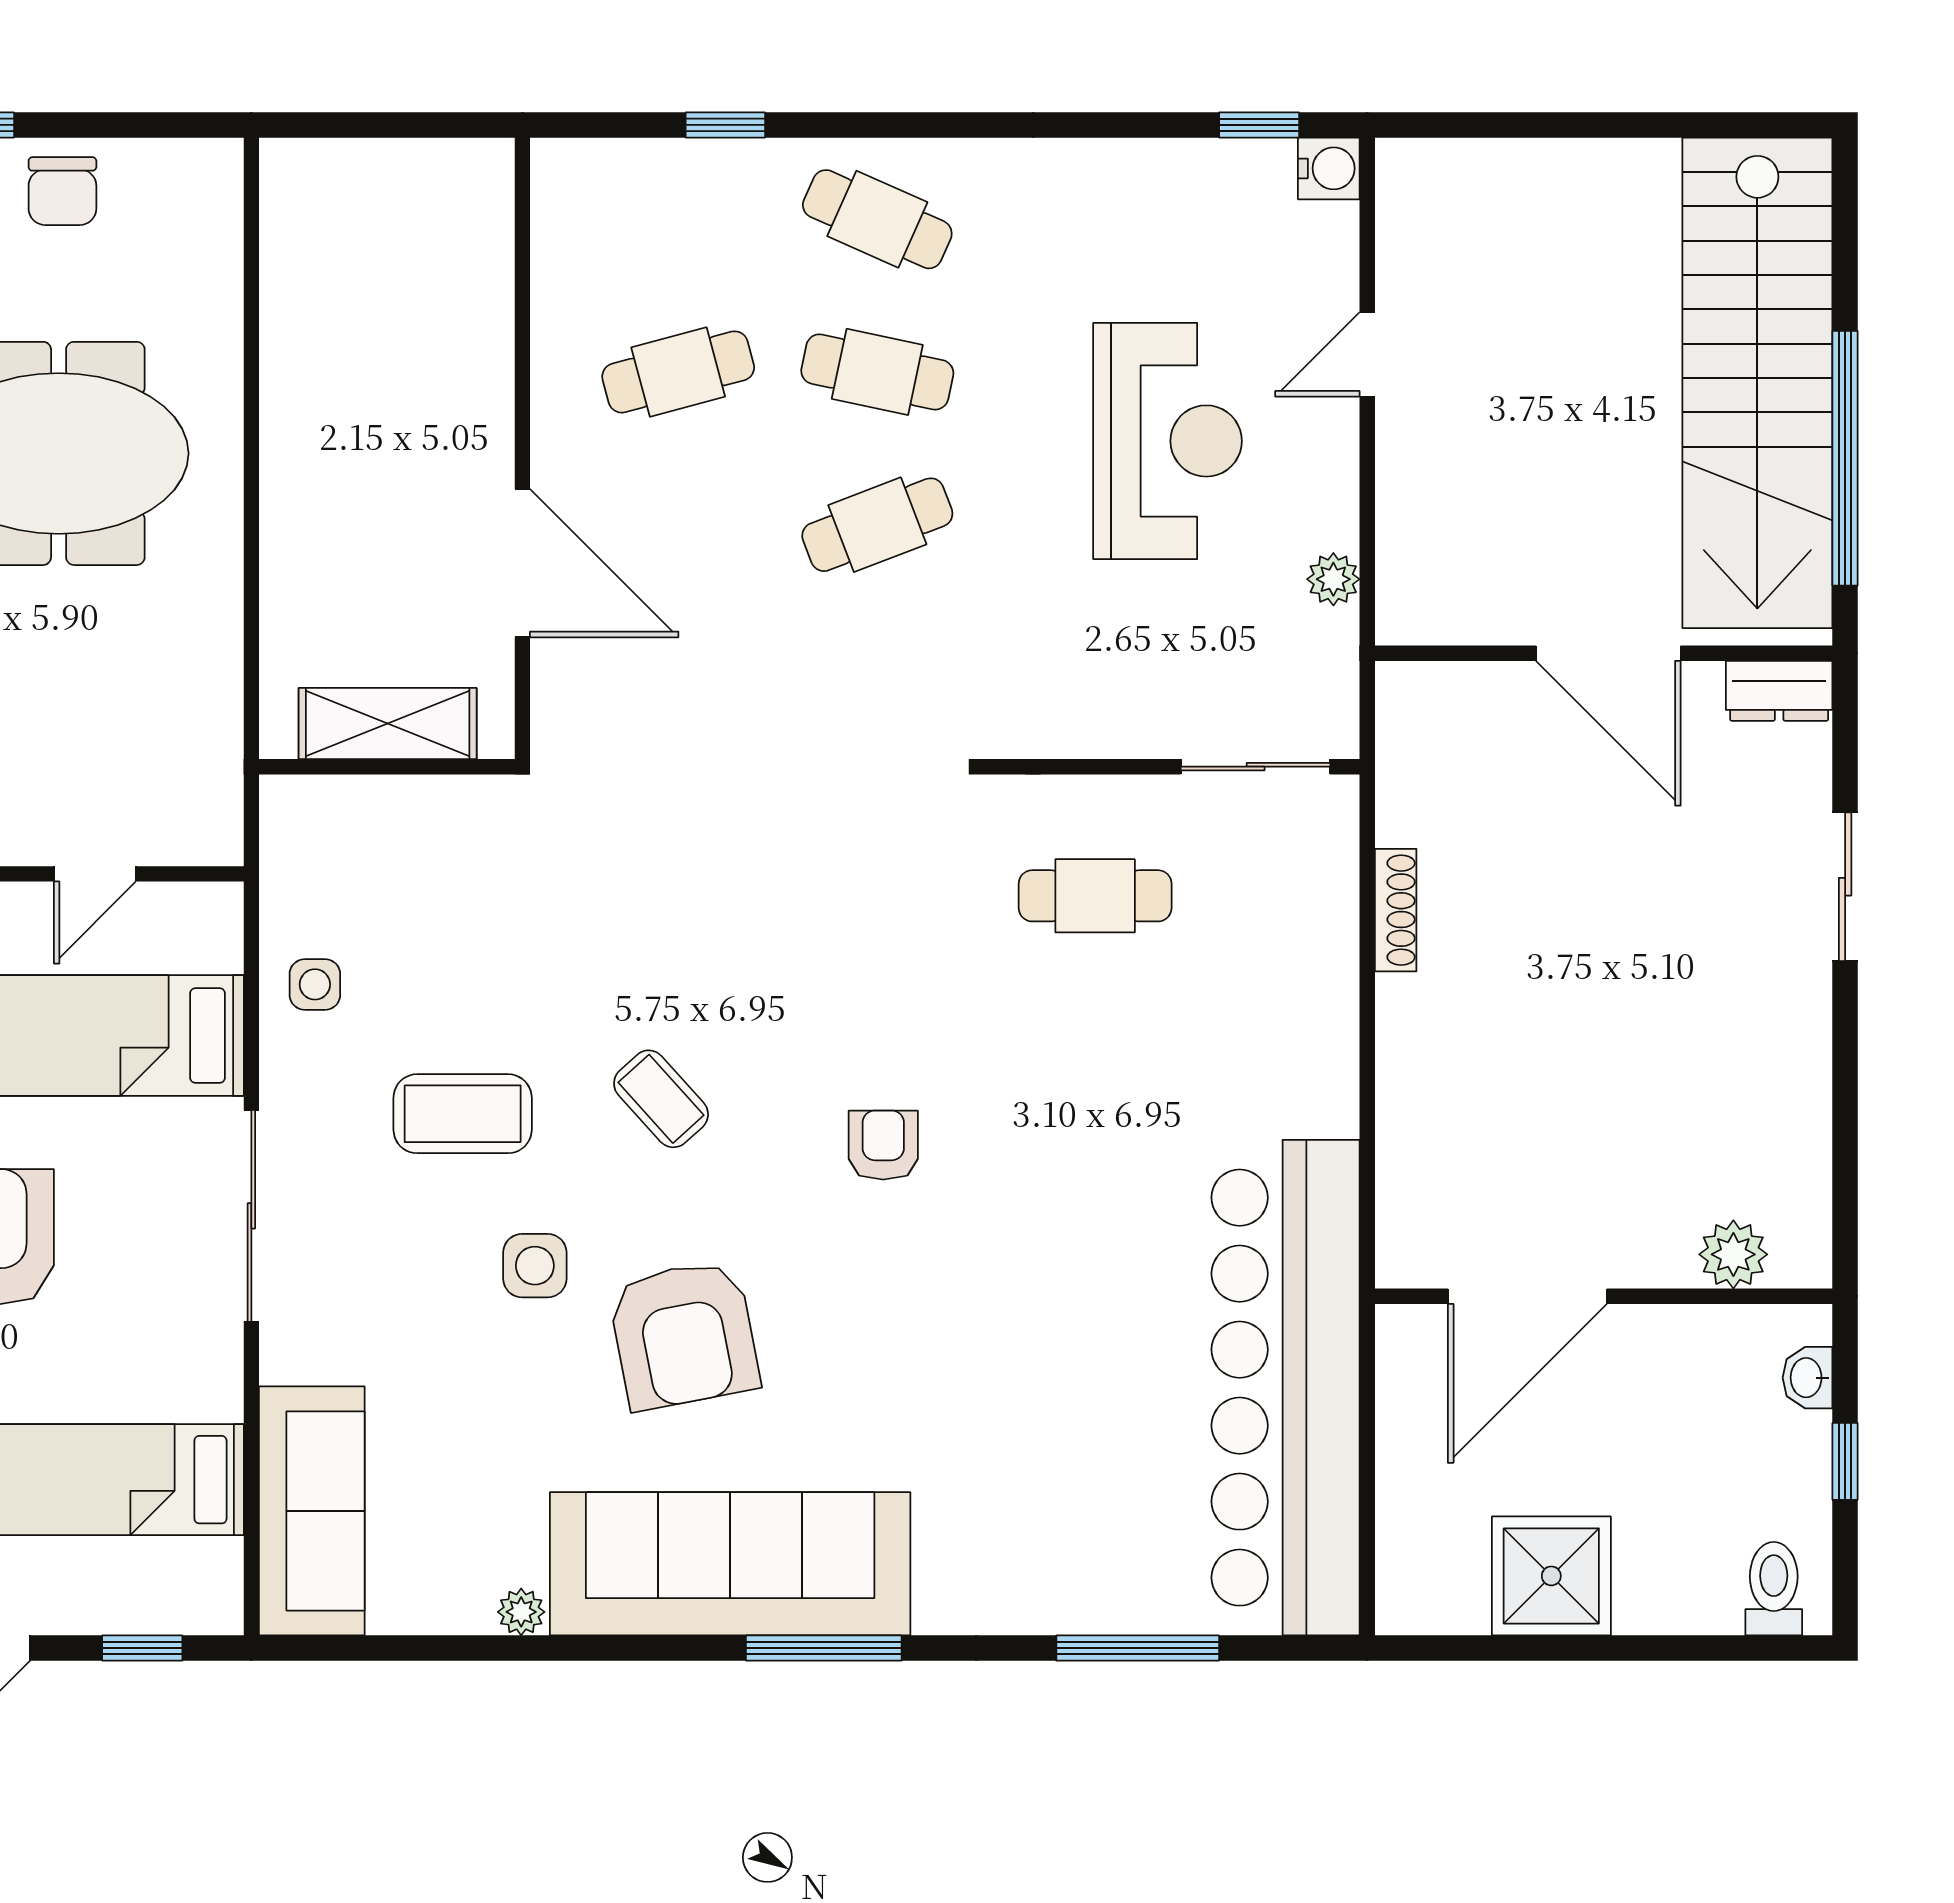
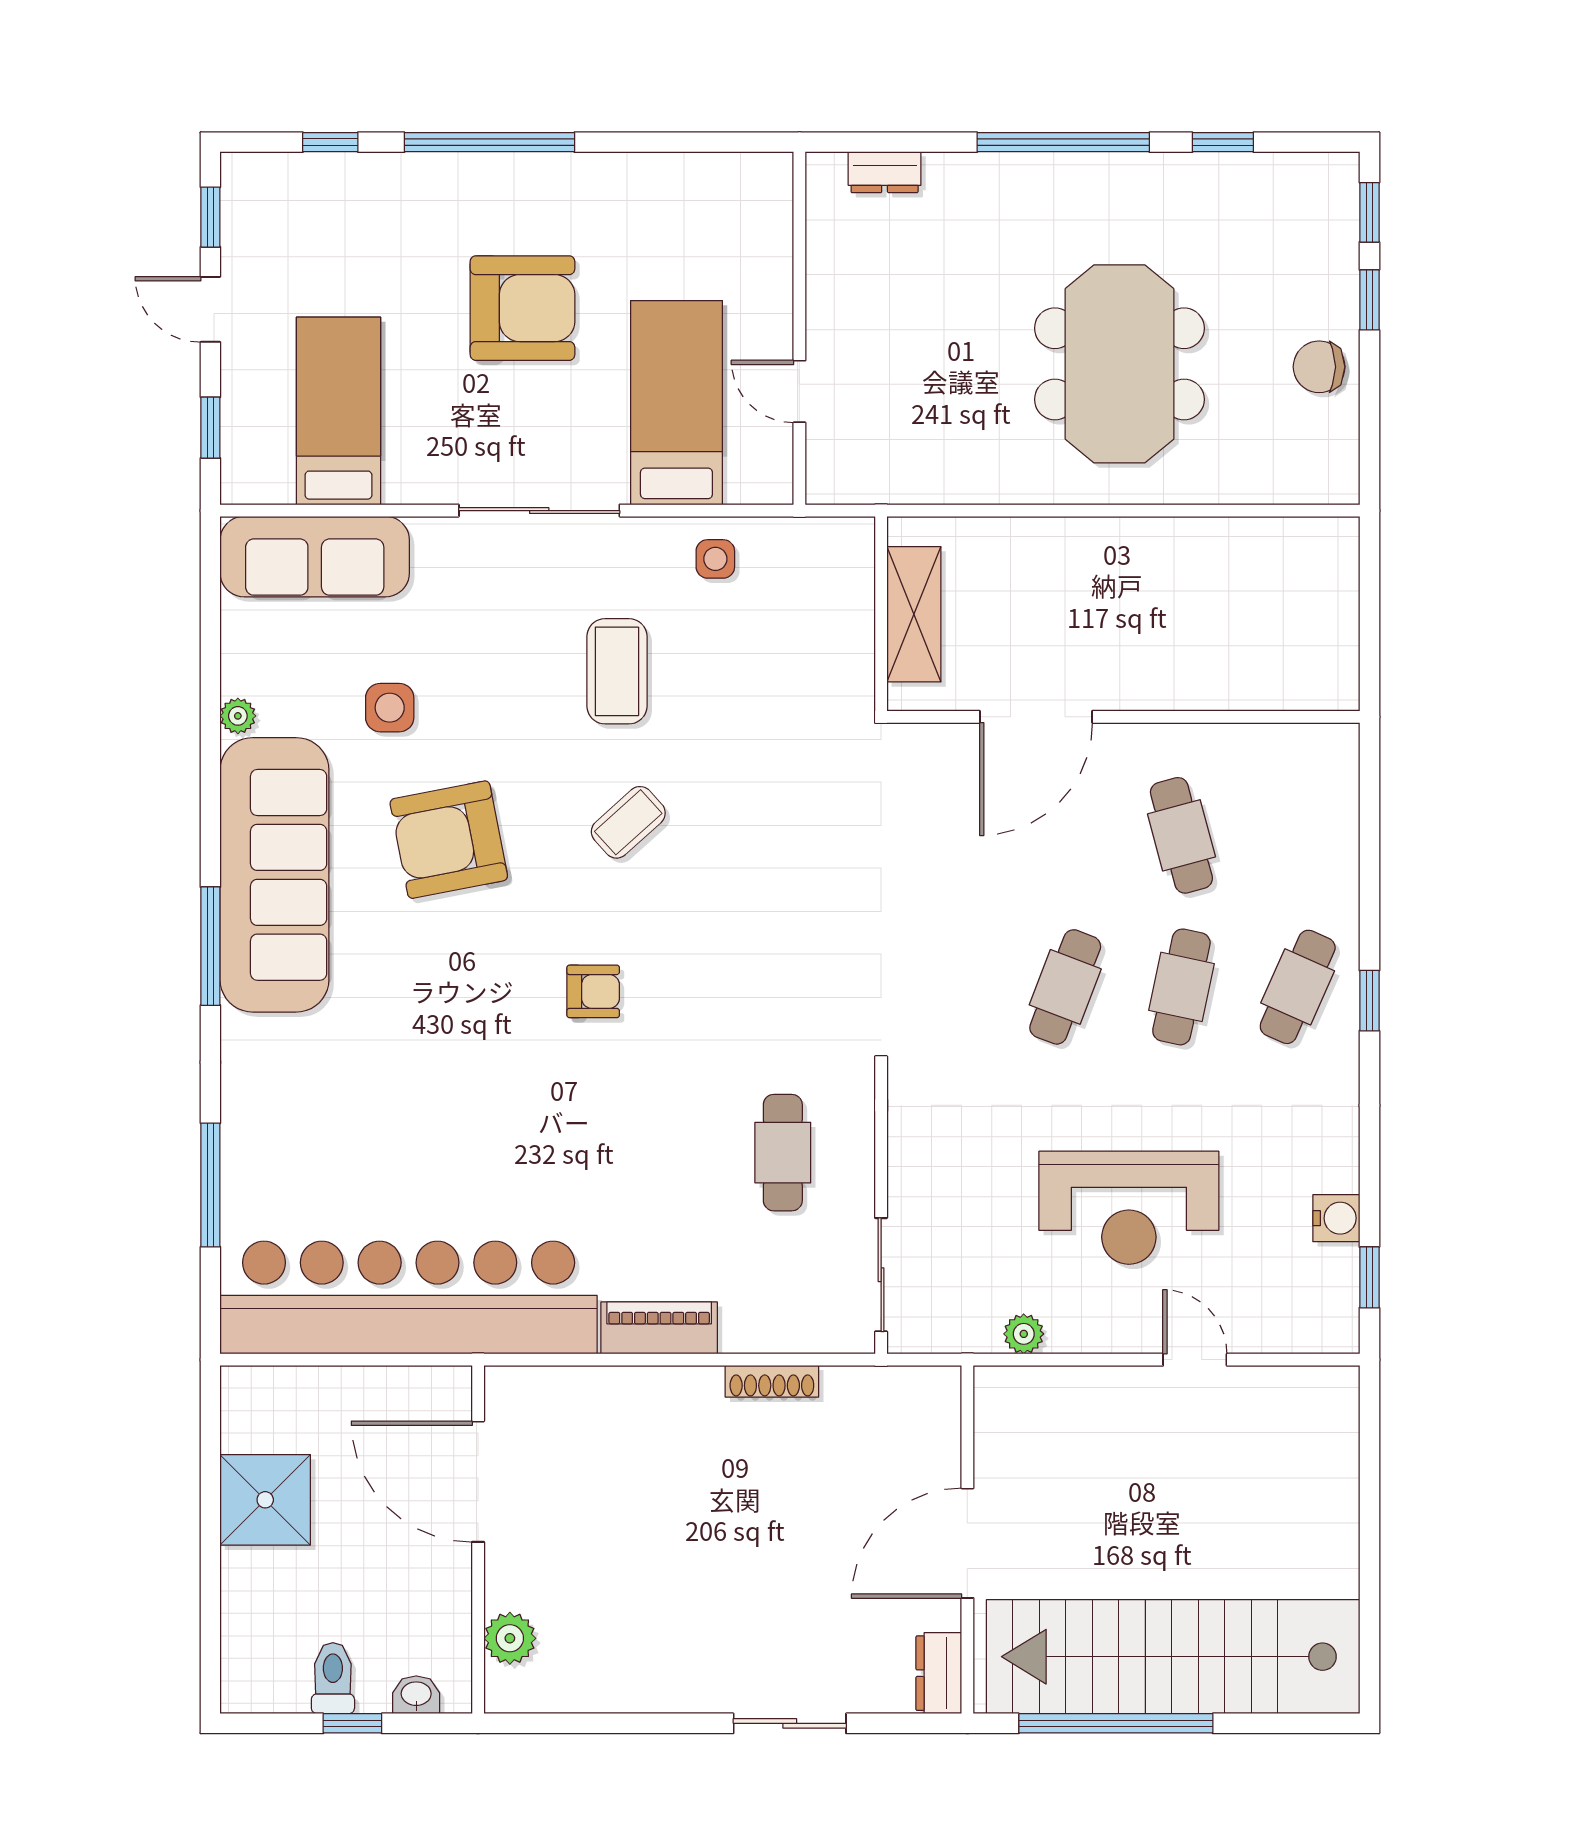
window: (725, 125) -> (1369, 1001), moved
water cooler: (1329, 168) -> (1336, 1218), moved, turned -90
cafe table: (877, 525) -> (1065, 987), turned 42
piano: (1325, 1058) -> (659, 1328), added
side table: (535, 1266) -> (390, 708), moved
toilet: (1774, 1589) -> (333, 1678), moved, turned -90

